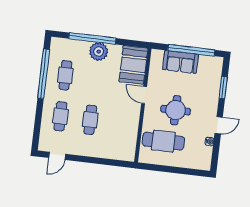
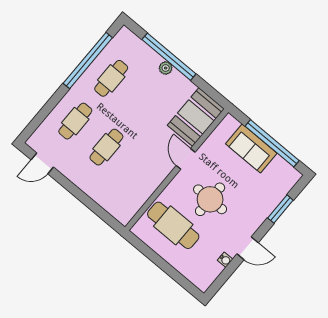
plant: (99, 52) -> (166, 68), width x0.53, depth x0.53

